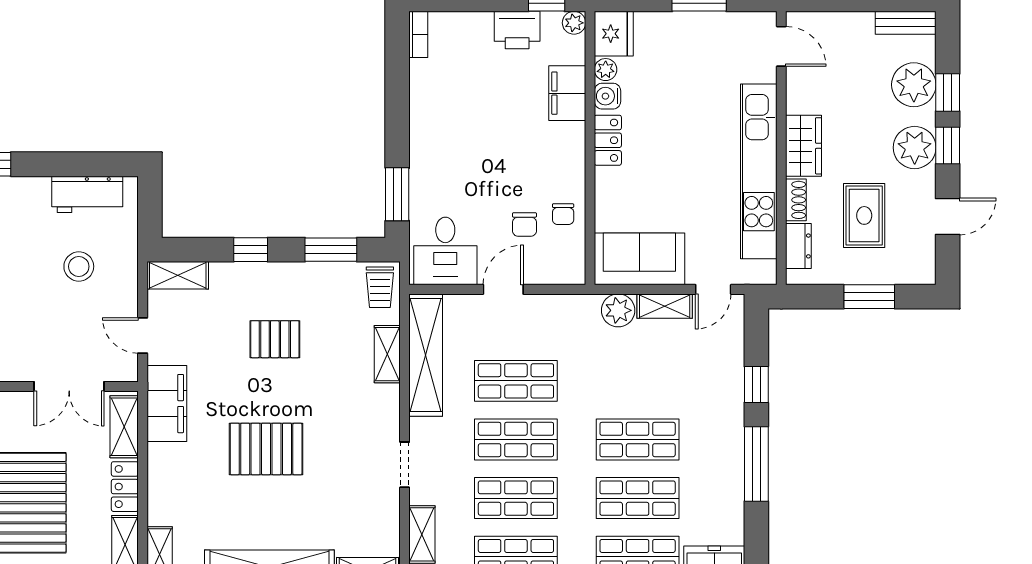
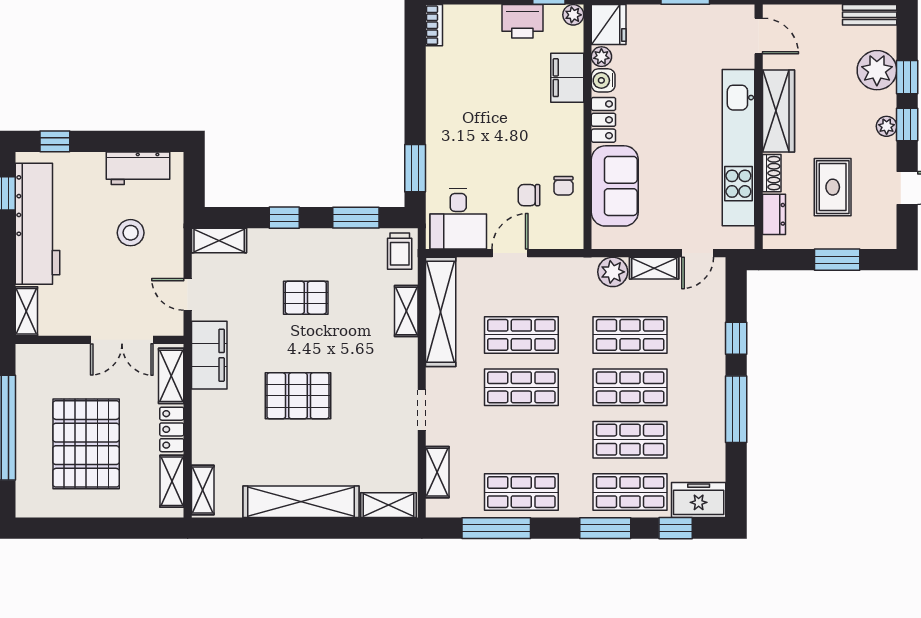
wardrobe: (804, 146) -> (778, 111), width x1.50
plant: (915, 148) -> (887, 126), width x0.53, depth x0.53
chair: (524, 224) -> (529, 195), turned 90
sofa: (639, 259) -> (615, 186), moved, turned 90
shop shelf: (516, 498) -> (630, 335), moved

